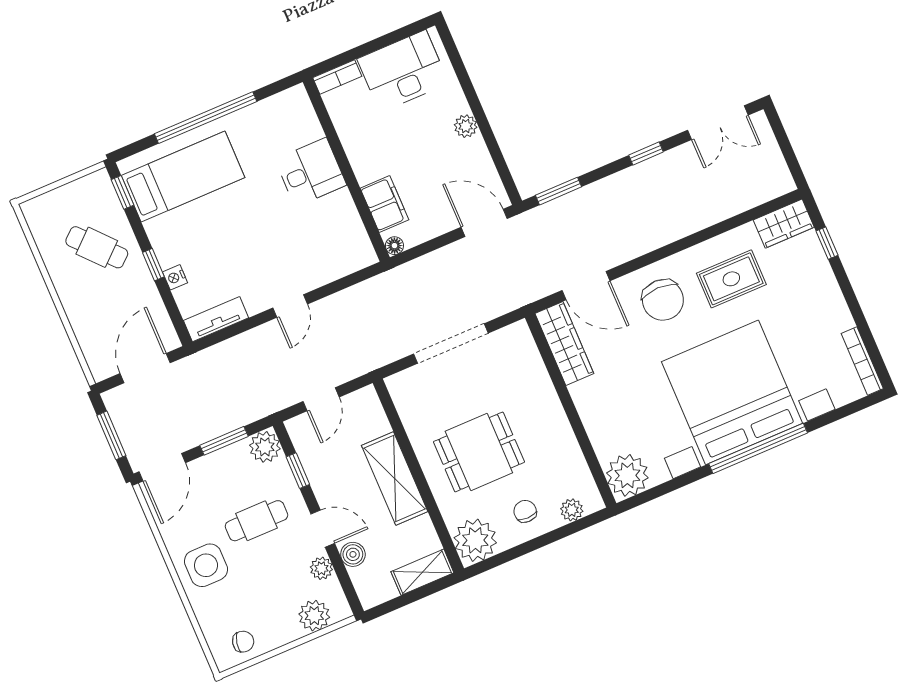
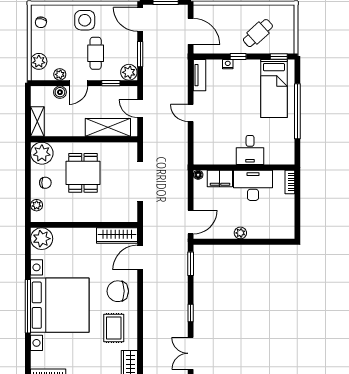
desk: (403, 71) -> (253, 185), moved, turned -90
shelving: (395, 479) -> (108, 127), moved

